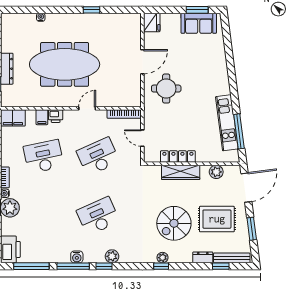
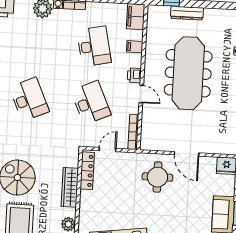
printer: (56, 116) -> (134, 75), moved
locker: (178, 157) -> (87, 171), moved

